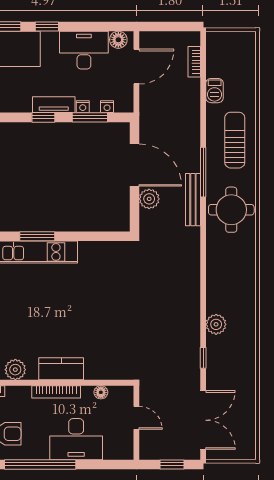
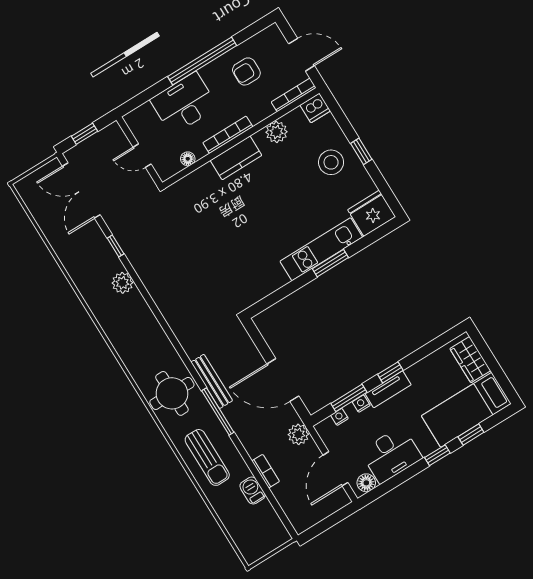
bookcase: (194, 62) -> (266, 471), moved
plant: (149, 199) -> (298, 434), moved

